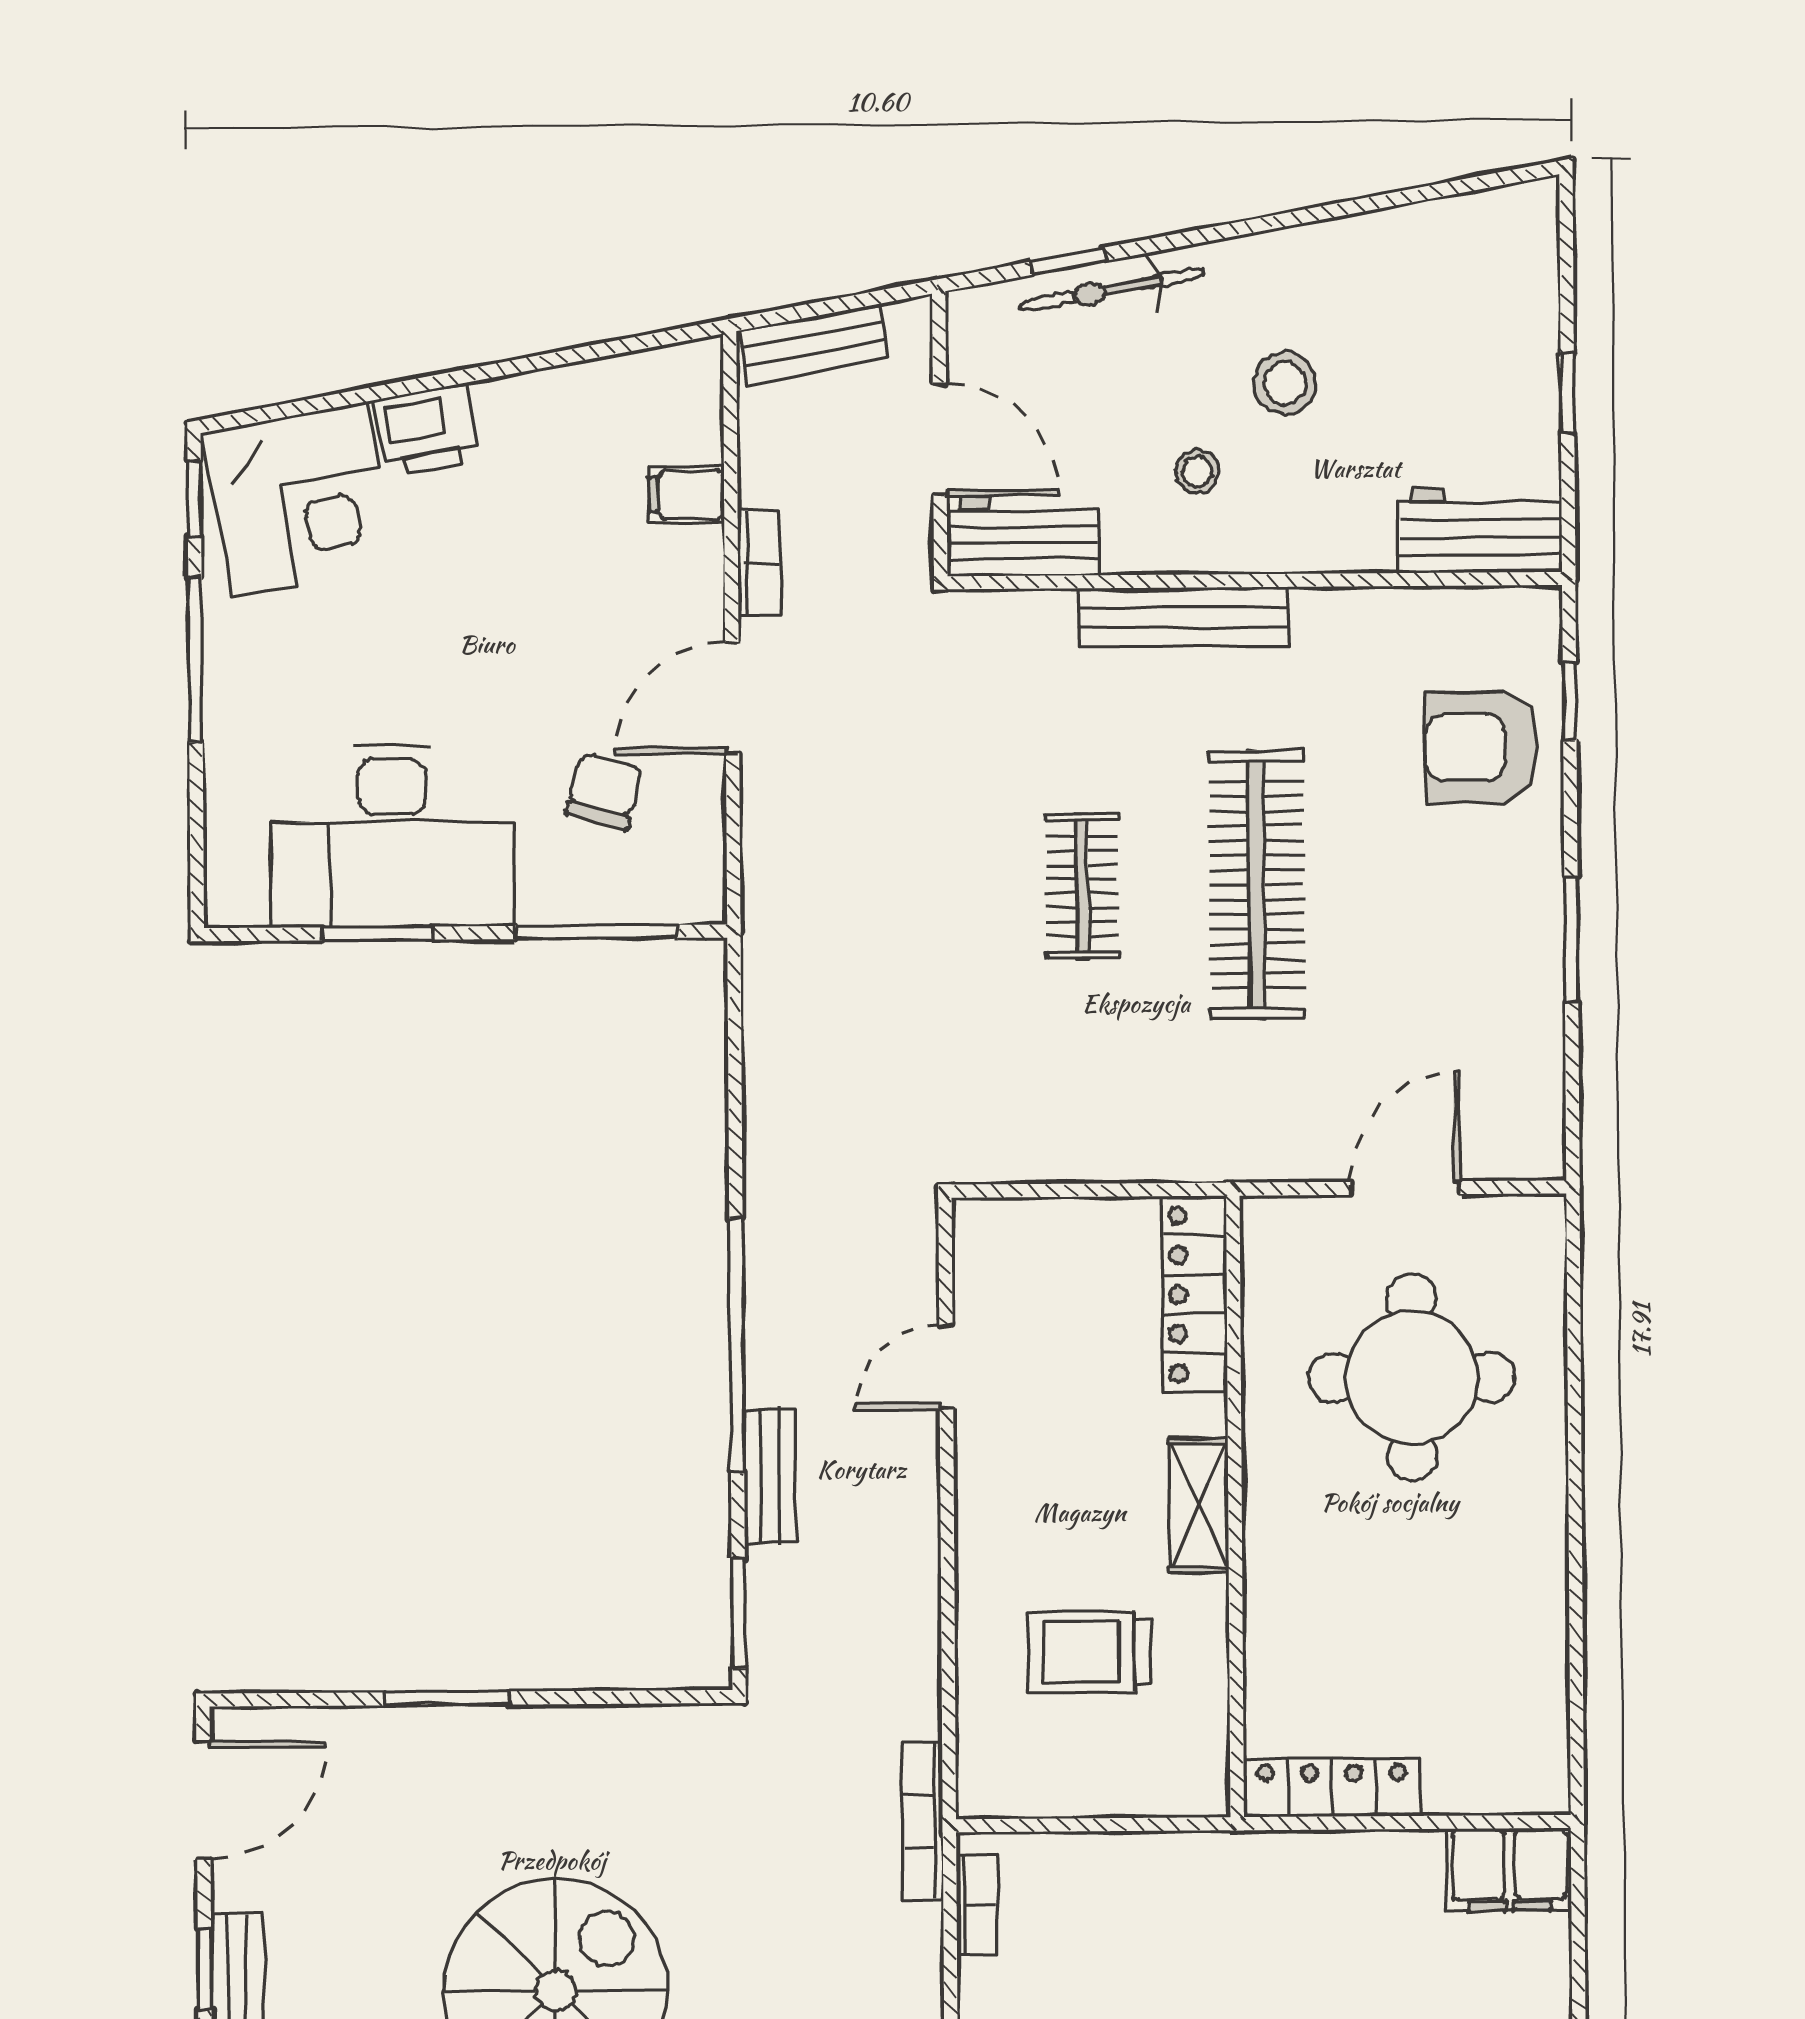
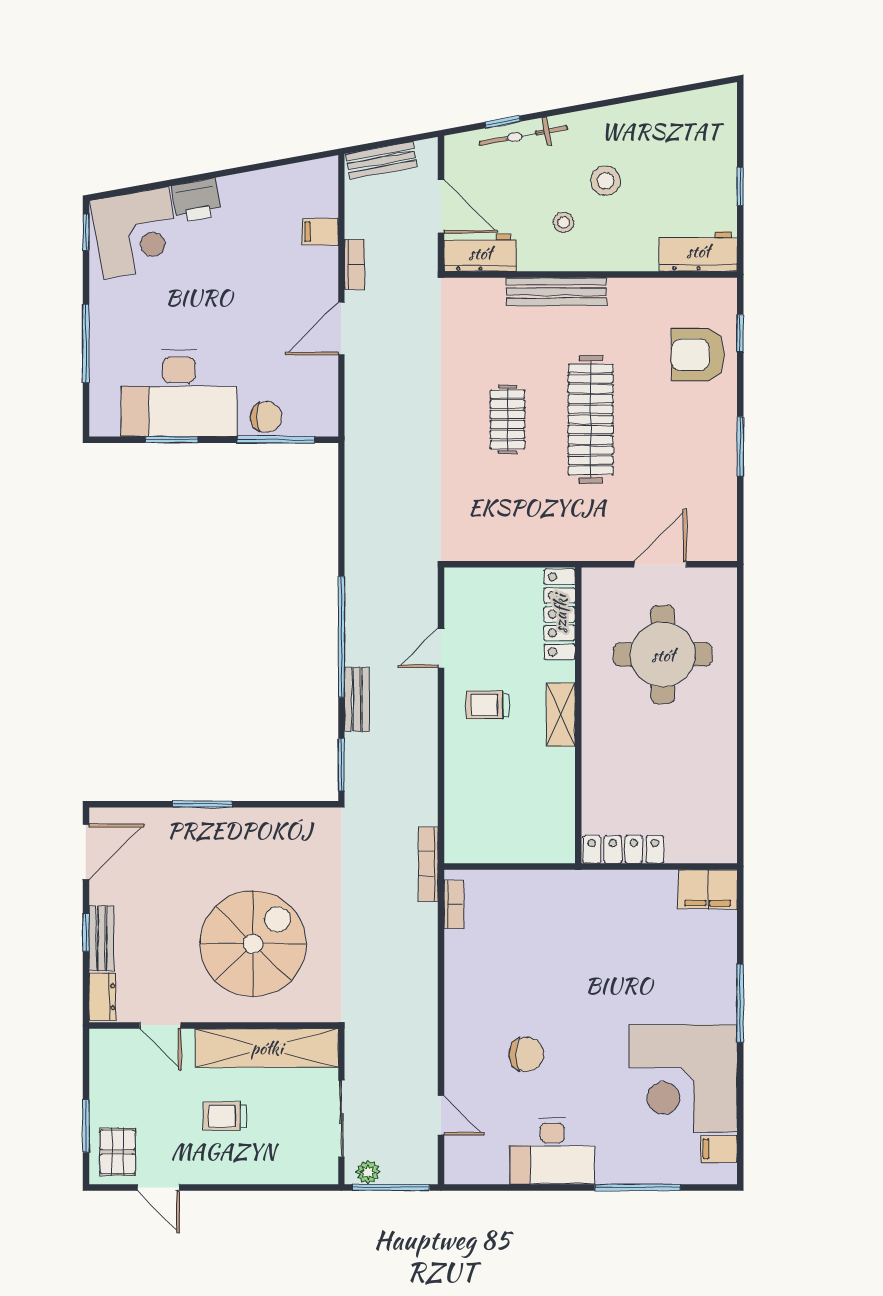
window: (195, 660) -> (86, 343), moved
chair: (604, 791) -> (266, 417), moved, turned 75
trolley: (1089, 1652) -> (487, 705), moved, width x0.73, depth x0.72

